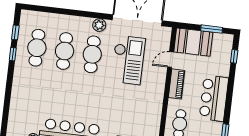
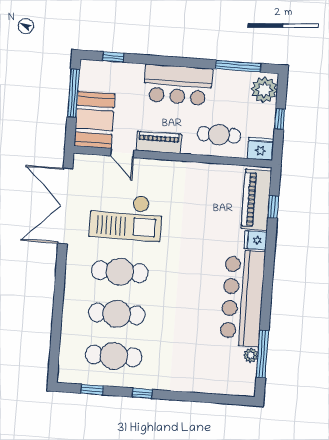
plant: (99, 25) -> (75, 263), removed
window: (212, 29) -> (73, 93), width x1.44
window: (13, 54) -> (142, 393), moved
checkout: (128, 60) -> (126, 217), turned 180

